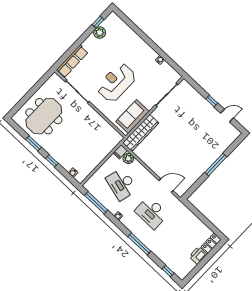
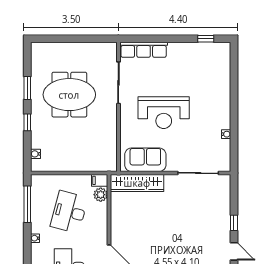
plant: (100, 33) -> (197, 50), removed
reception desk: (116, 82) -> (164, 113), turned 180
meeting table: (44, 116) -> (69, 95), moved

